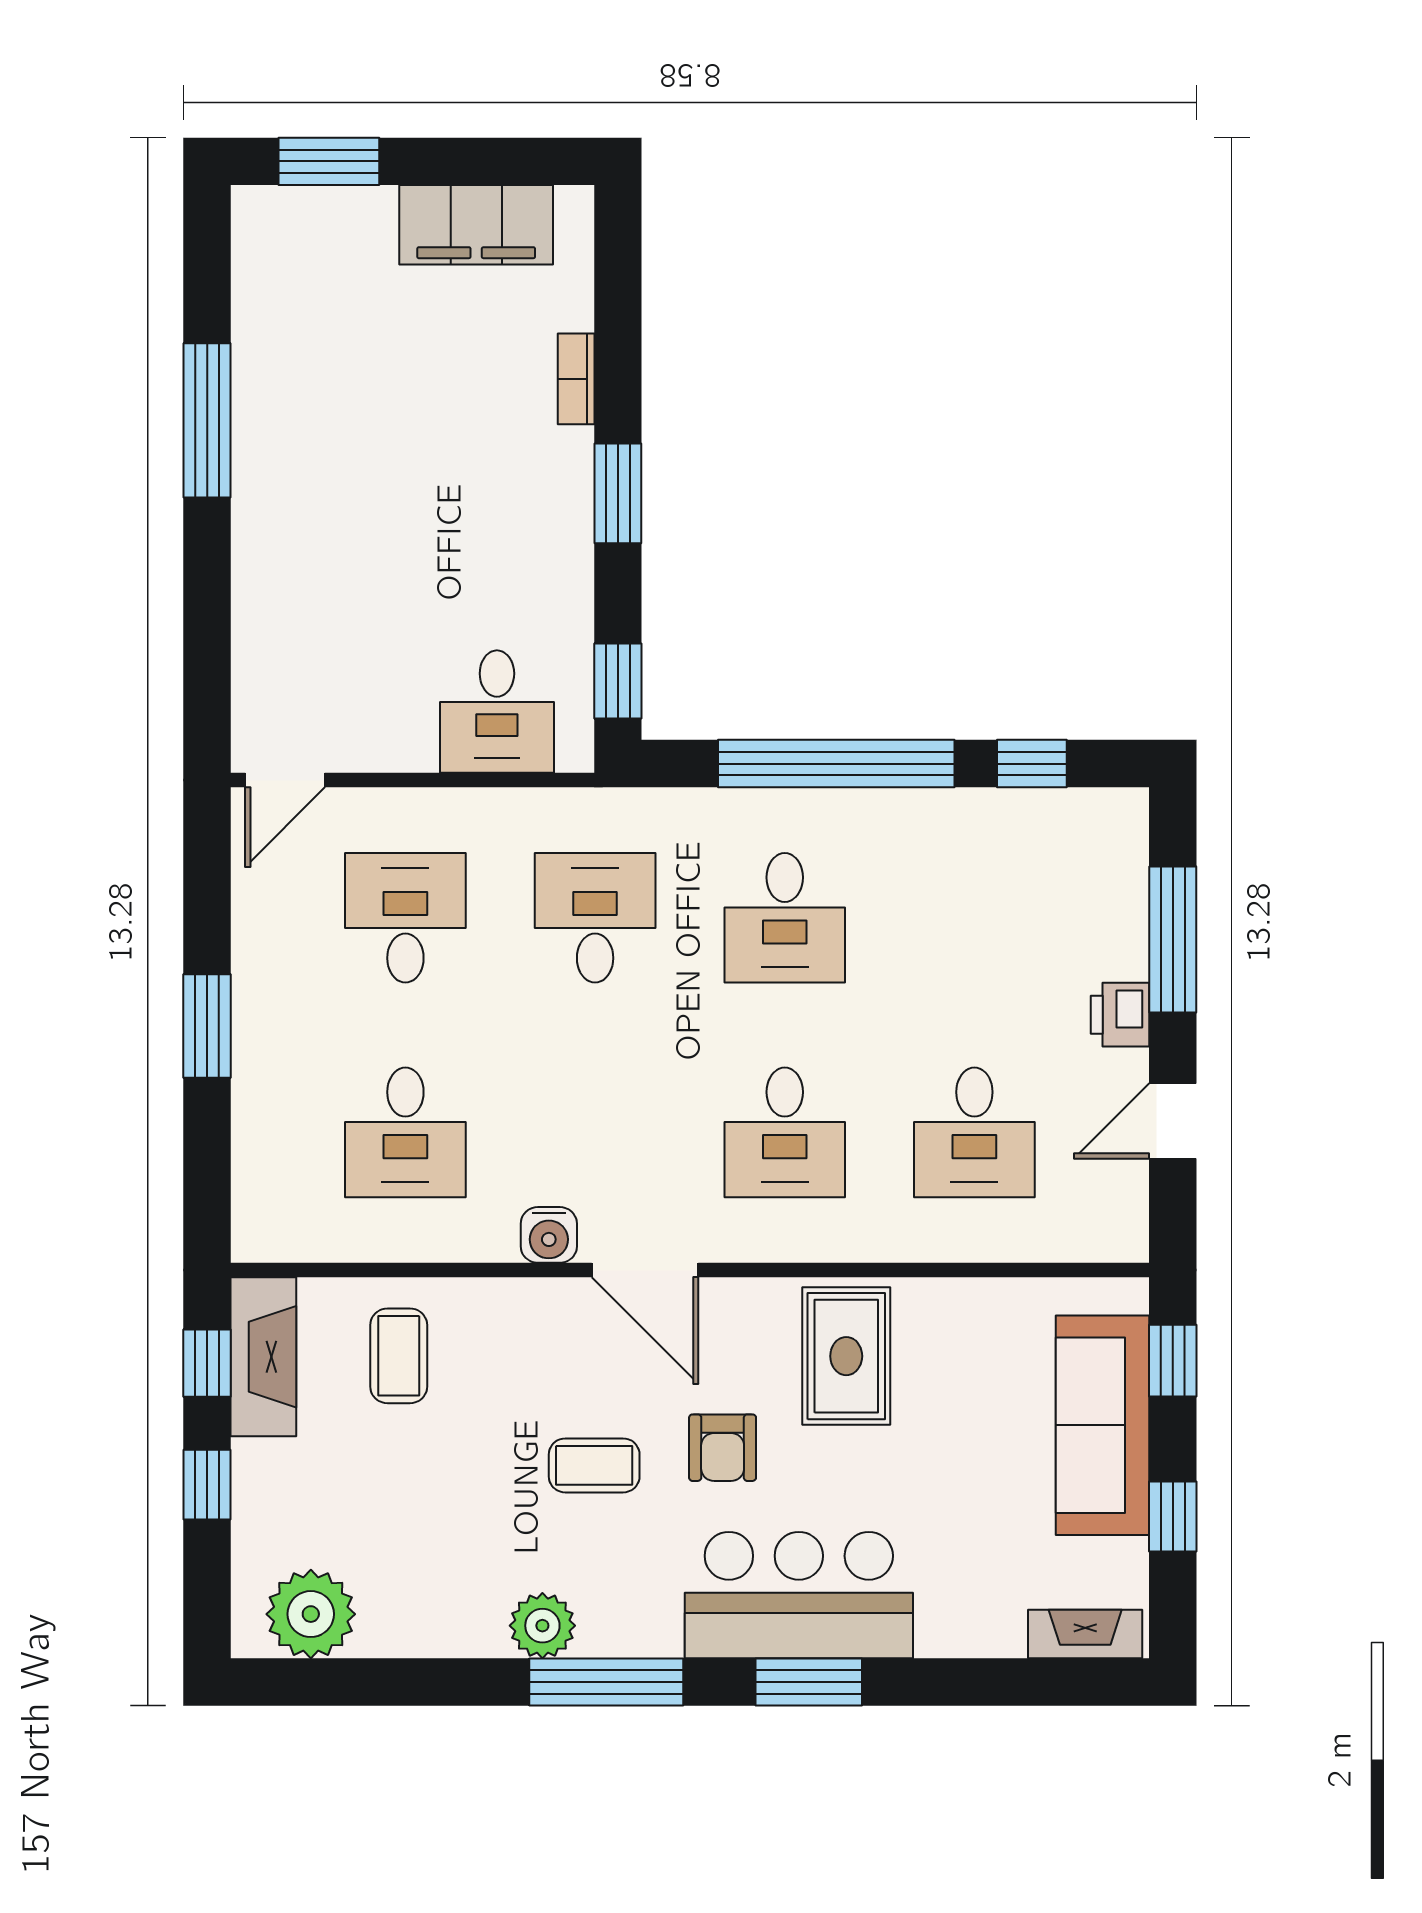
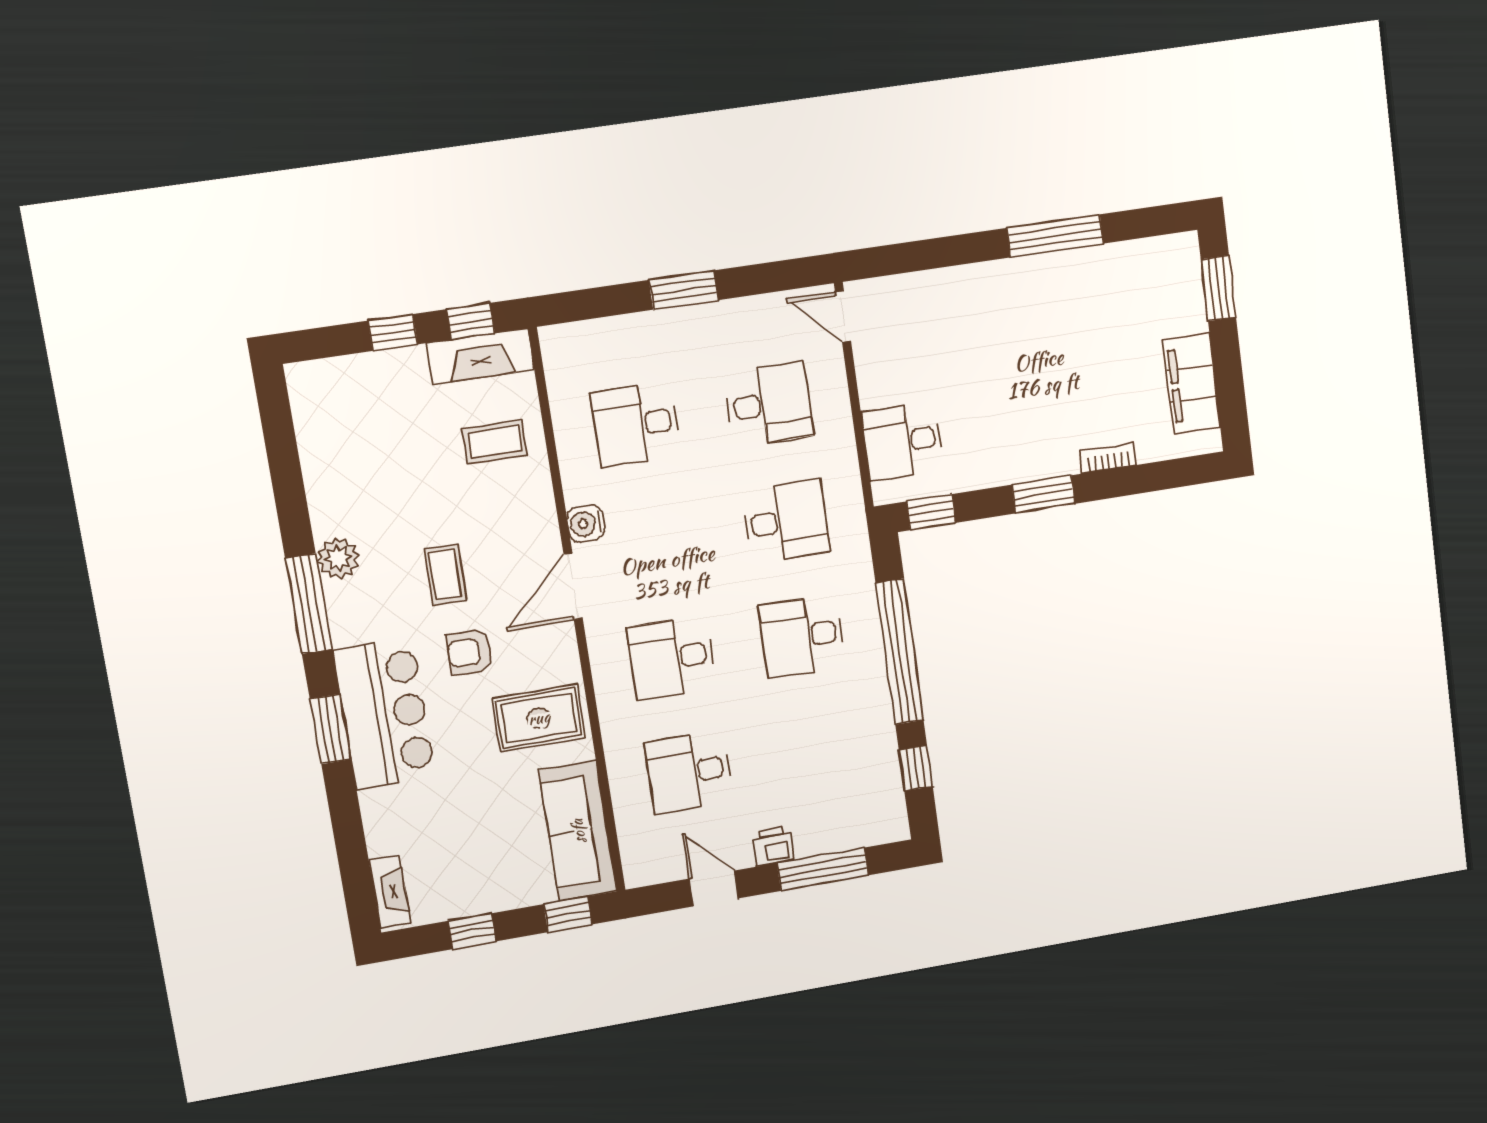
sofa: (1103, 1425) -> (578, 831), moved, turned -90
plant: (311, 1614) -> (320, 411), removed

